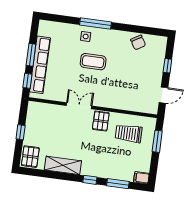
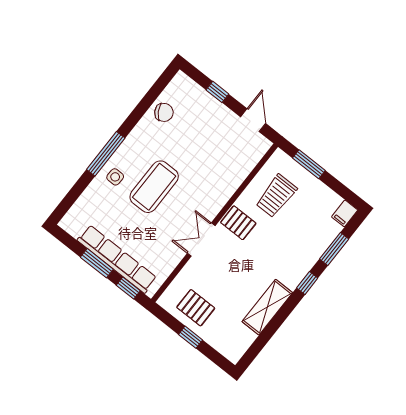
coffee table: (93, 62) -> (154, 187), width x1.36, depth x1.32
pallet: (30, 157) -> (196, 308), moved

